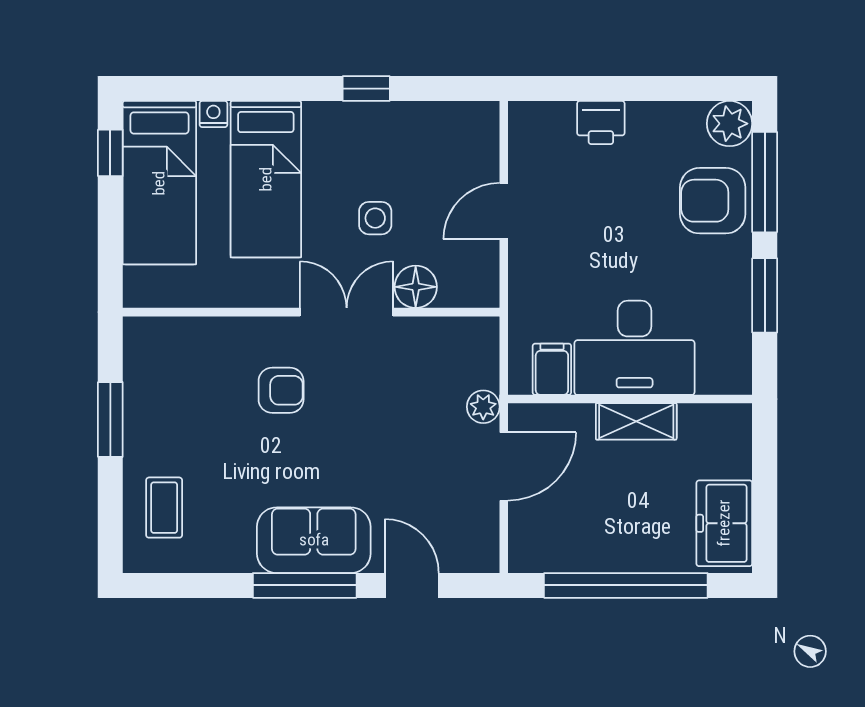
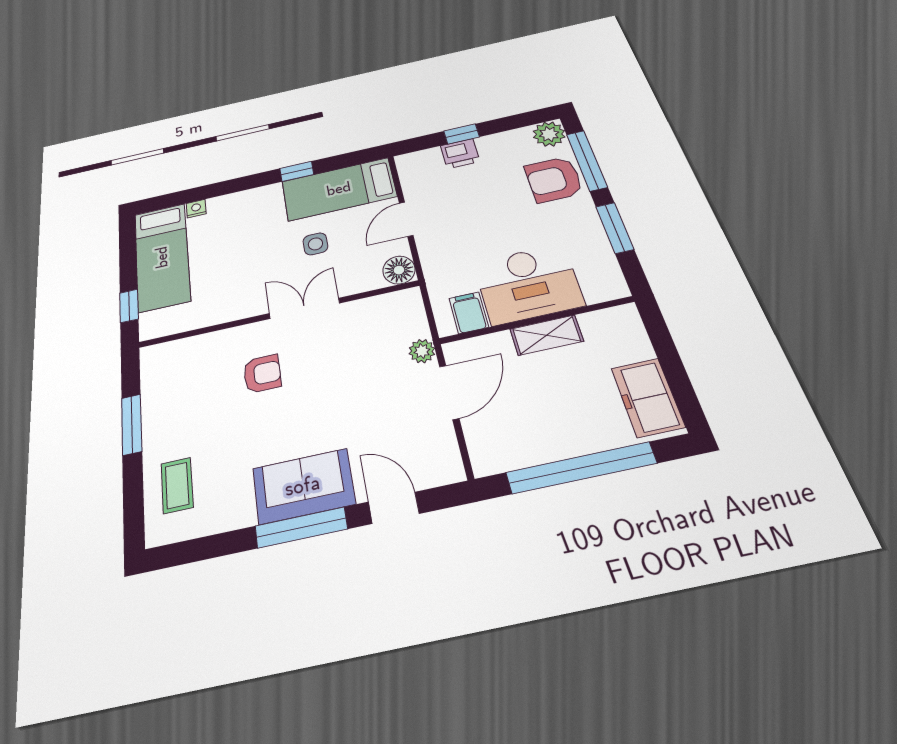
window: (611, 89) -> (462, 134), added
window: (110, 153) -> (129, 306), moved
bed: (266, 179) -> (339, 189), moved, turned 90
floor lamp: (416, 287) -> (399, 270), moved

